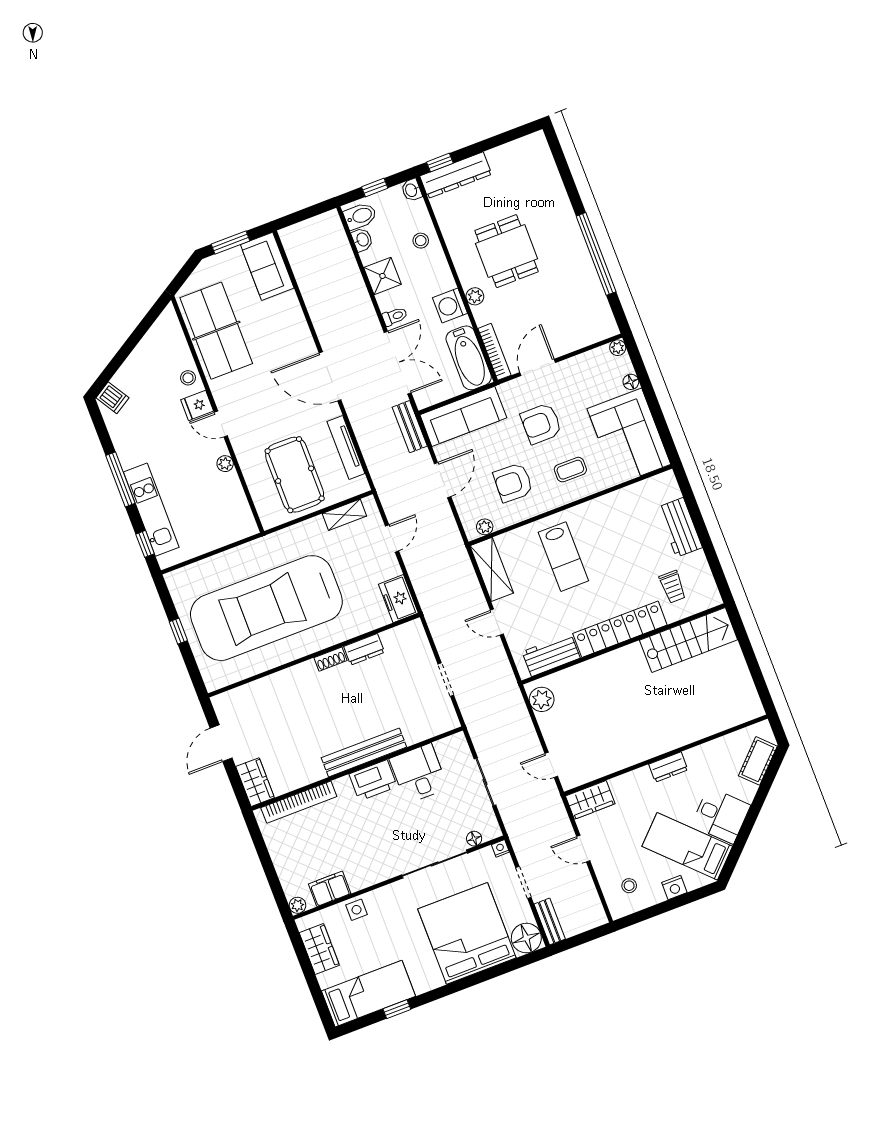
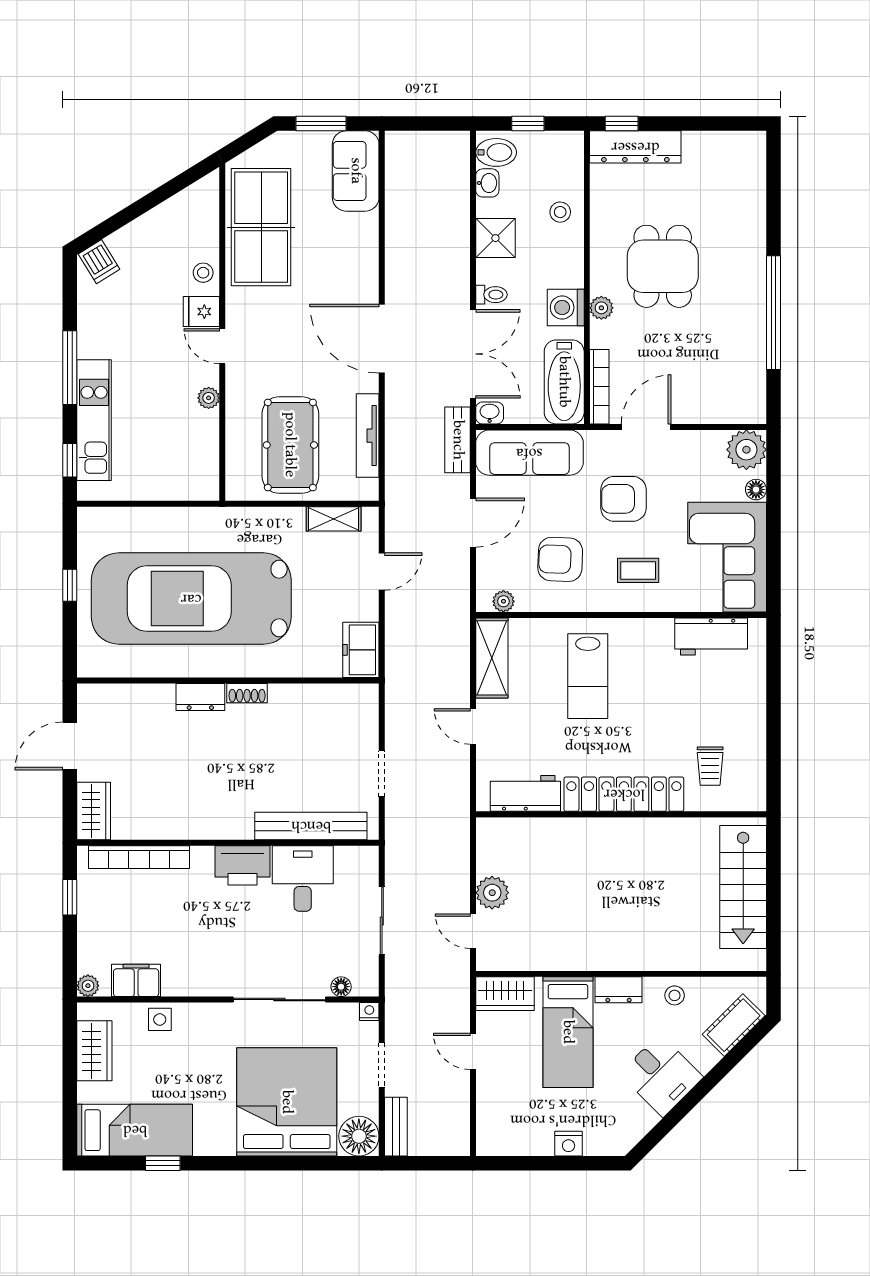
washbasin: (412, 190) -> (490, 413), moved, turned 90
plant: (618, 348) -> (746, 450), width x1.88, depth x1.88
workbench: (680, 527) -> (711, 636), moved, turned -90
stairs: (689, 640) -> (743, 887), moved, turned 90
dresser: (364, 649) -> (200, 697), moved
plant: (542, 699) -> (492, 893), moved
bench: (364, 752) -> (311, 826), moved
bed: (687, 846) -> (568, 1032), moved, turned -135
window: (261, 849) -> (70, 897), added
stool: (629, 886) -> (675, 995), moved

